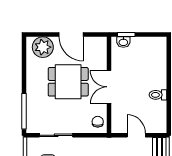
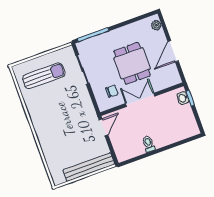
plant: (43, 47) -> (156, 25), width x0.53, depth x0.53
chair: (98, 122) -> (112, 91), moved
door: (136, 135) -> (104, 127), moved

